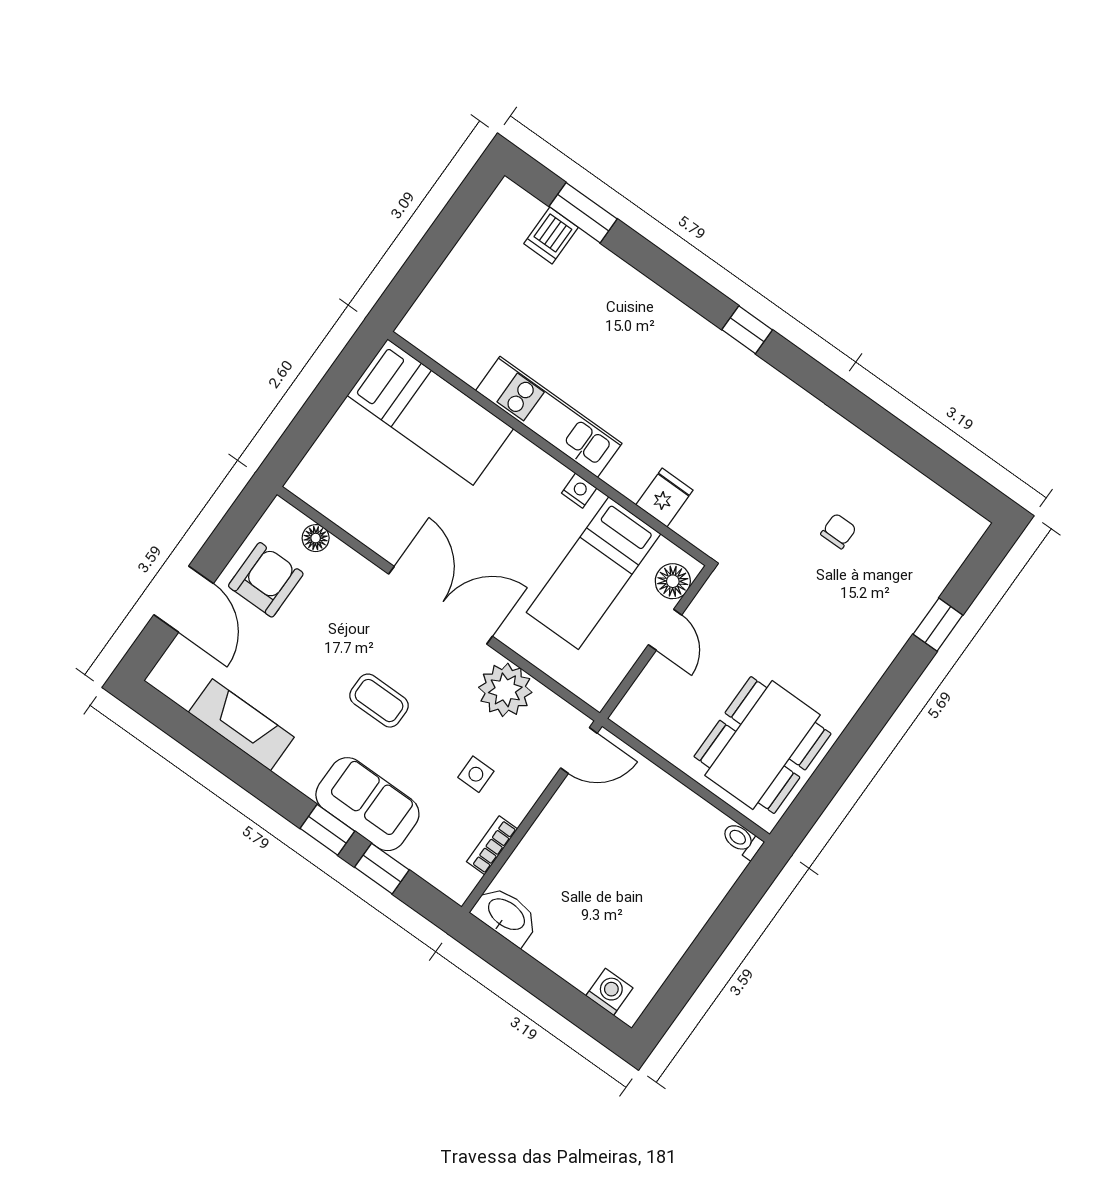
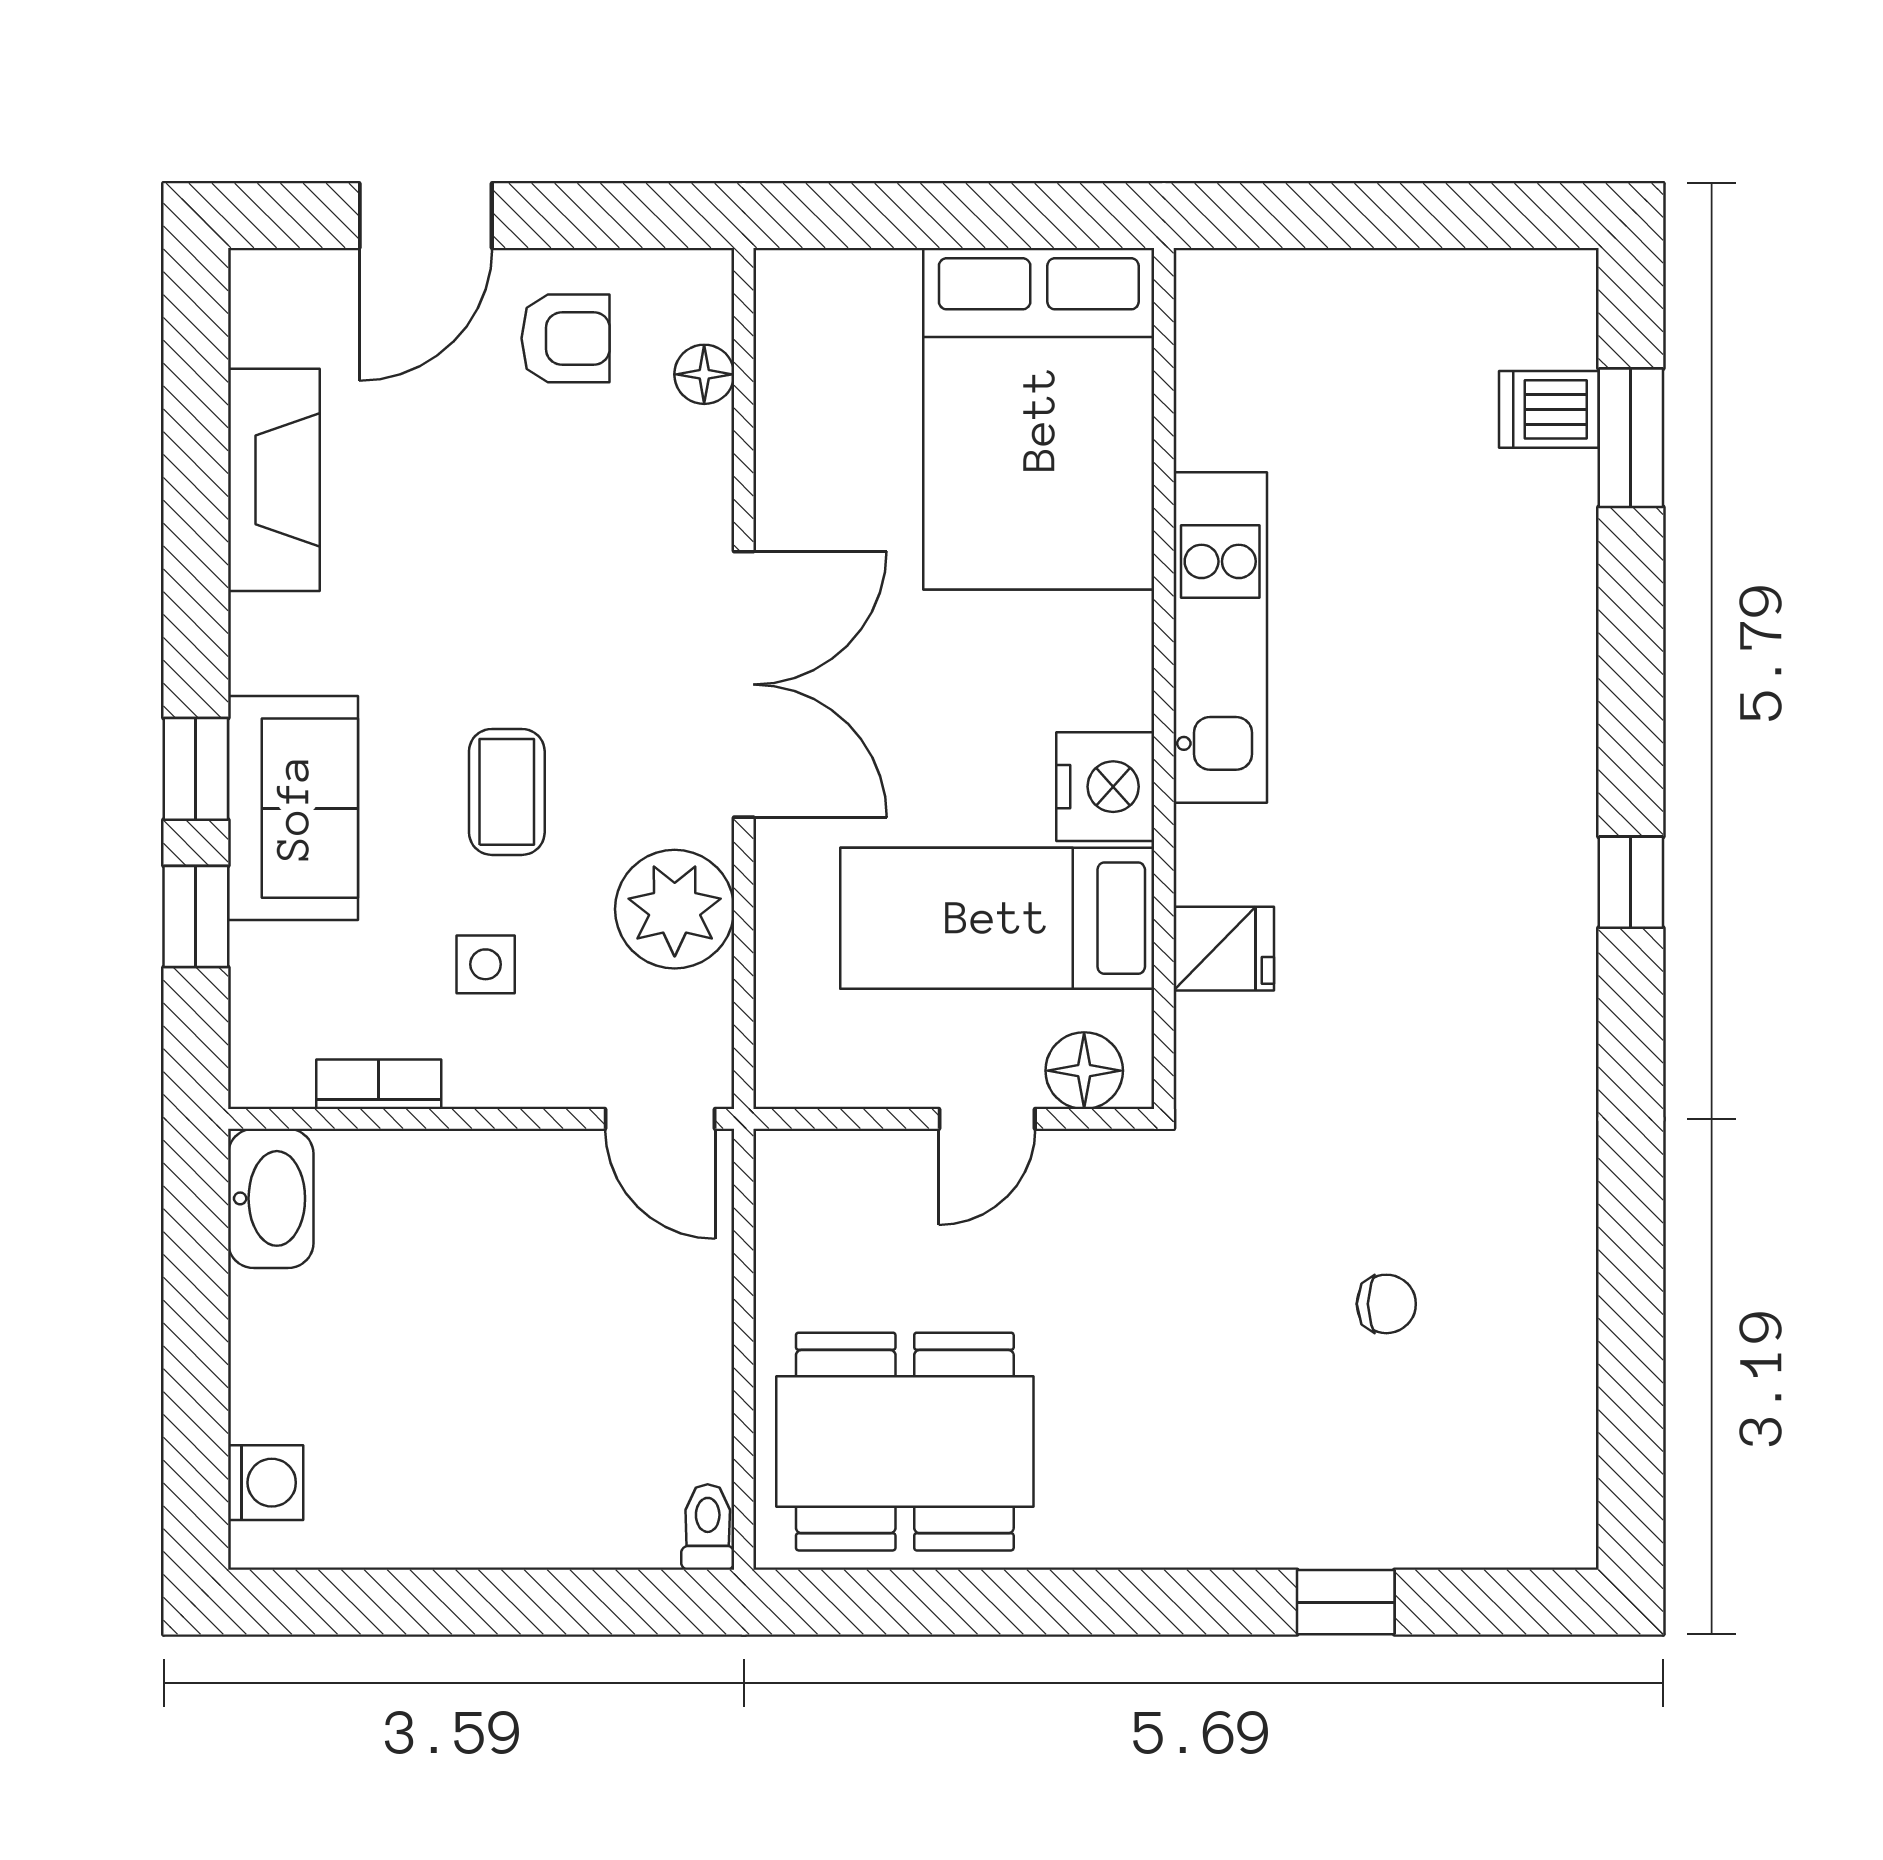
bed: (430, 412) -> (1039, 419), width x1.50
nightstand: (579, 491) -> (1105, 787), width x1.89, depth x1.79
armchair: (266, 580) -> (566, 338), width x0.72, depth x0.72
coffee table: (379, 701) -> (507, 792), moved

